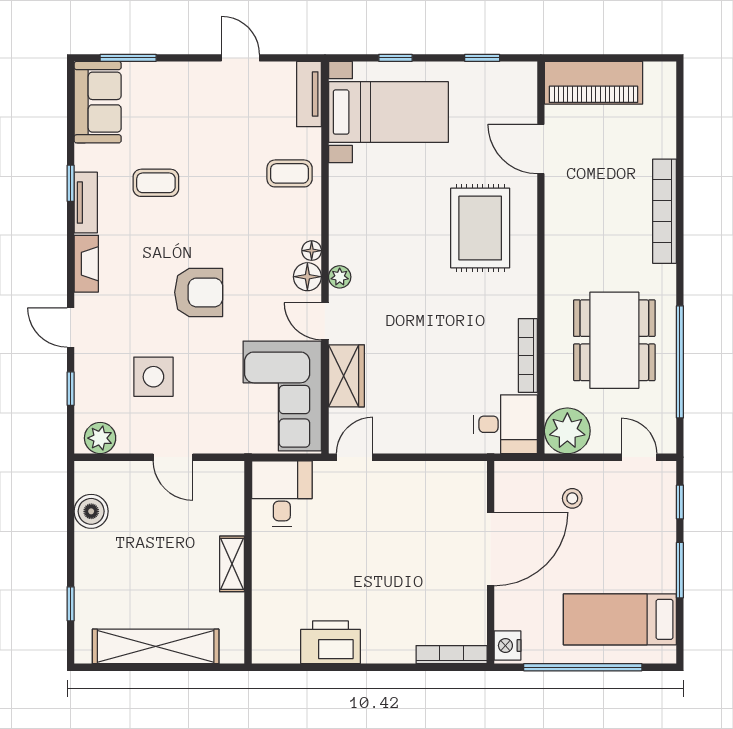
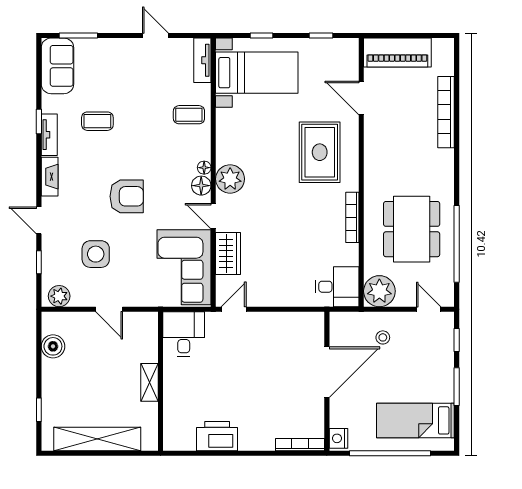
bookcase: (665, 211) -> (446, 112), moved
plant: (340, 277) -> (230, 179), width x1.87, depth x1.87
bookcase: (528, 356) -> (352, 217), moved

